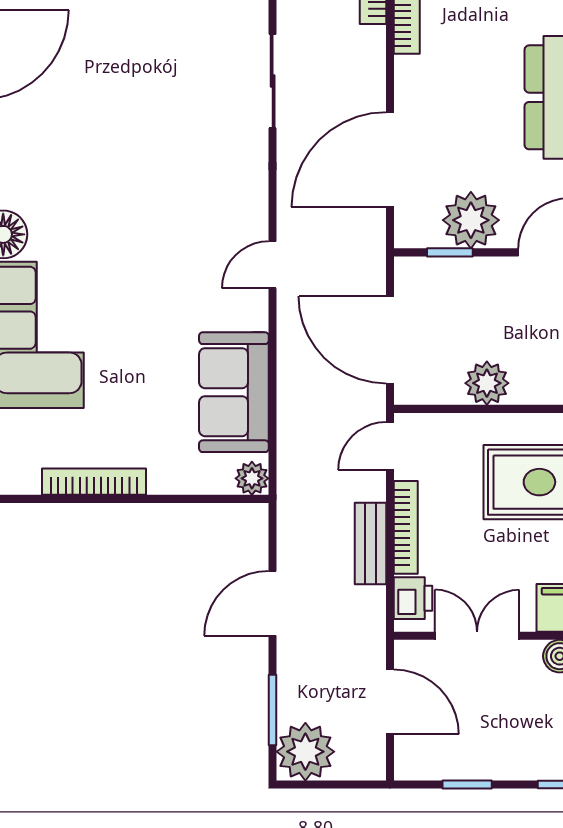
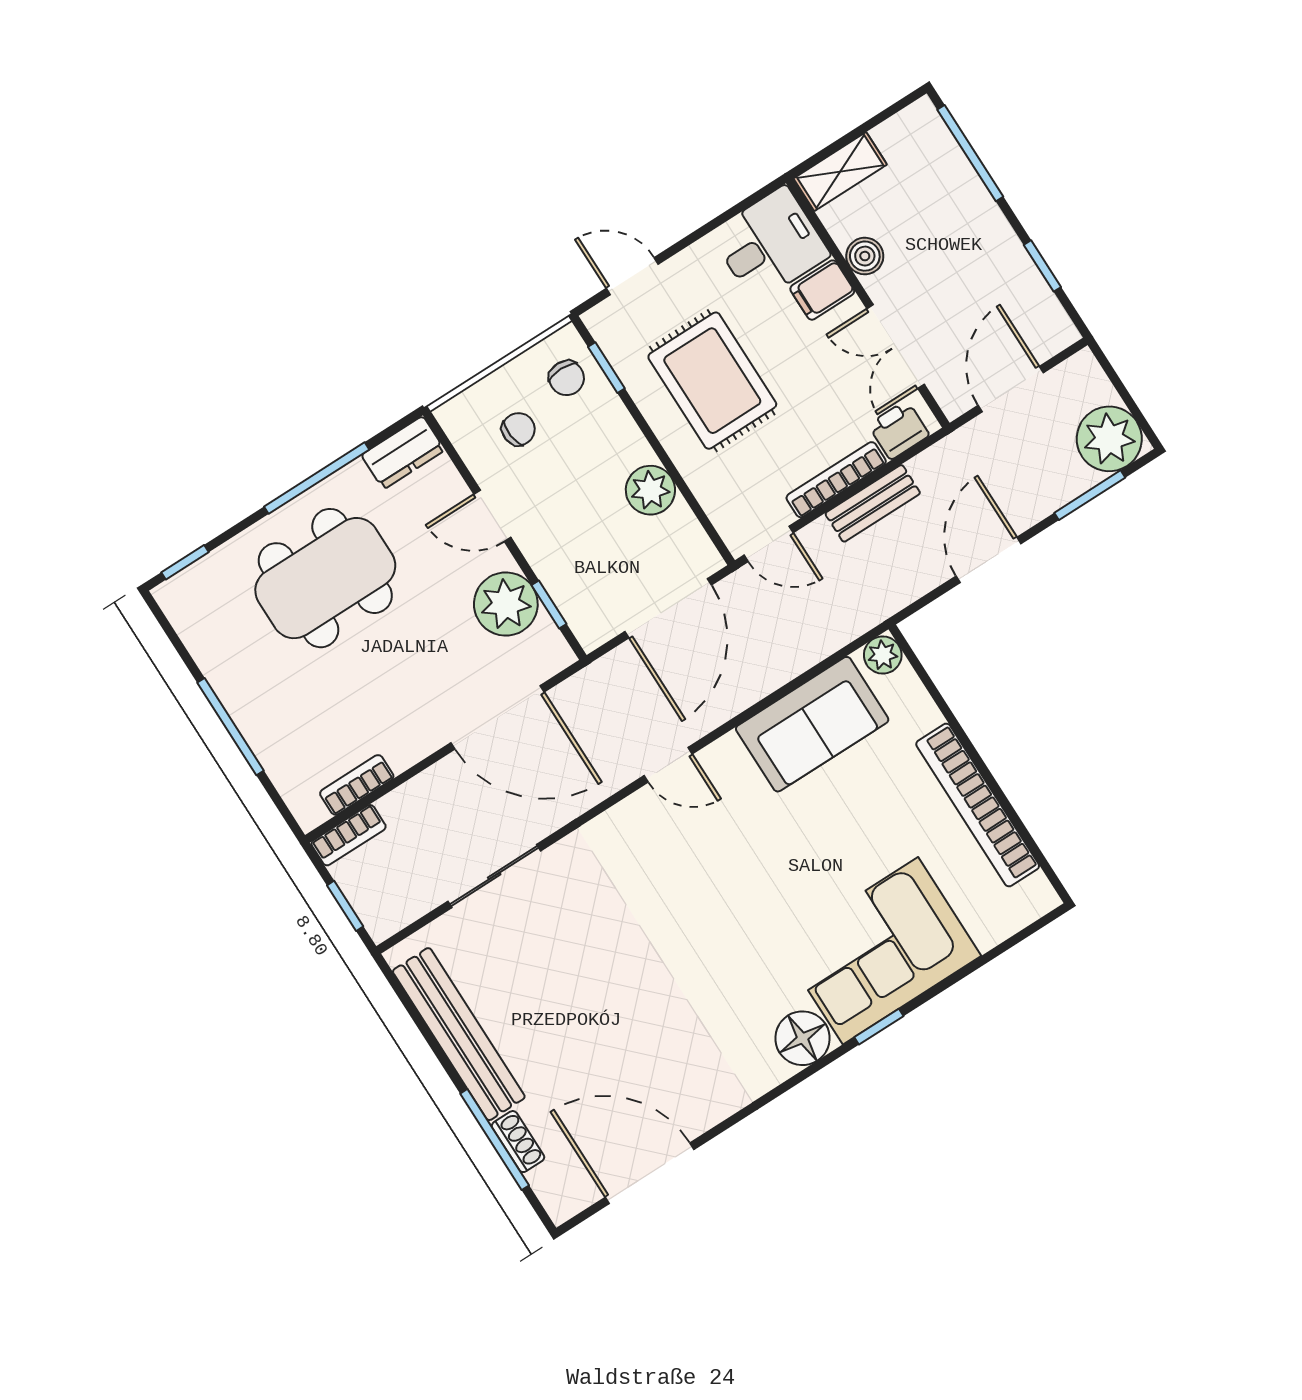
bookcase: (94, 482) -> (978, 805), width x1.48, depth x1.31
door: (273, 603) -> (989, 560), swing flipped

